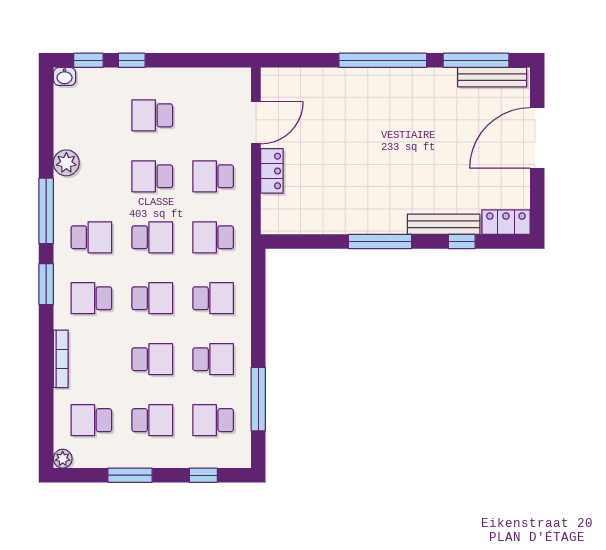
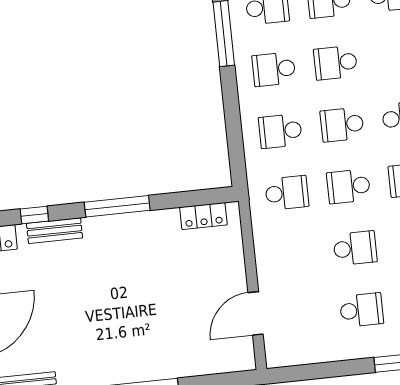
locker: (272, 171) -> (203, 216), moved, turned -90
school desk: (213, 176) -> (293, 255), removed
bench: (444, 224) -> (55, 231), width x0.73

